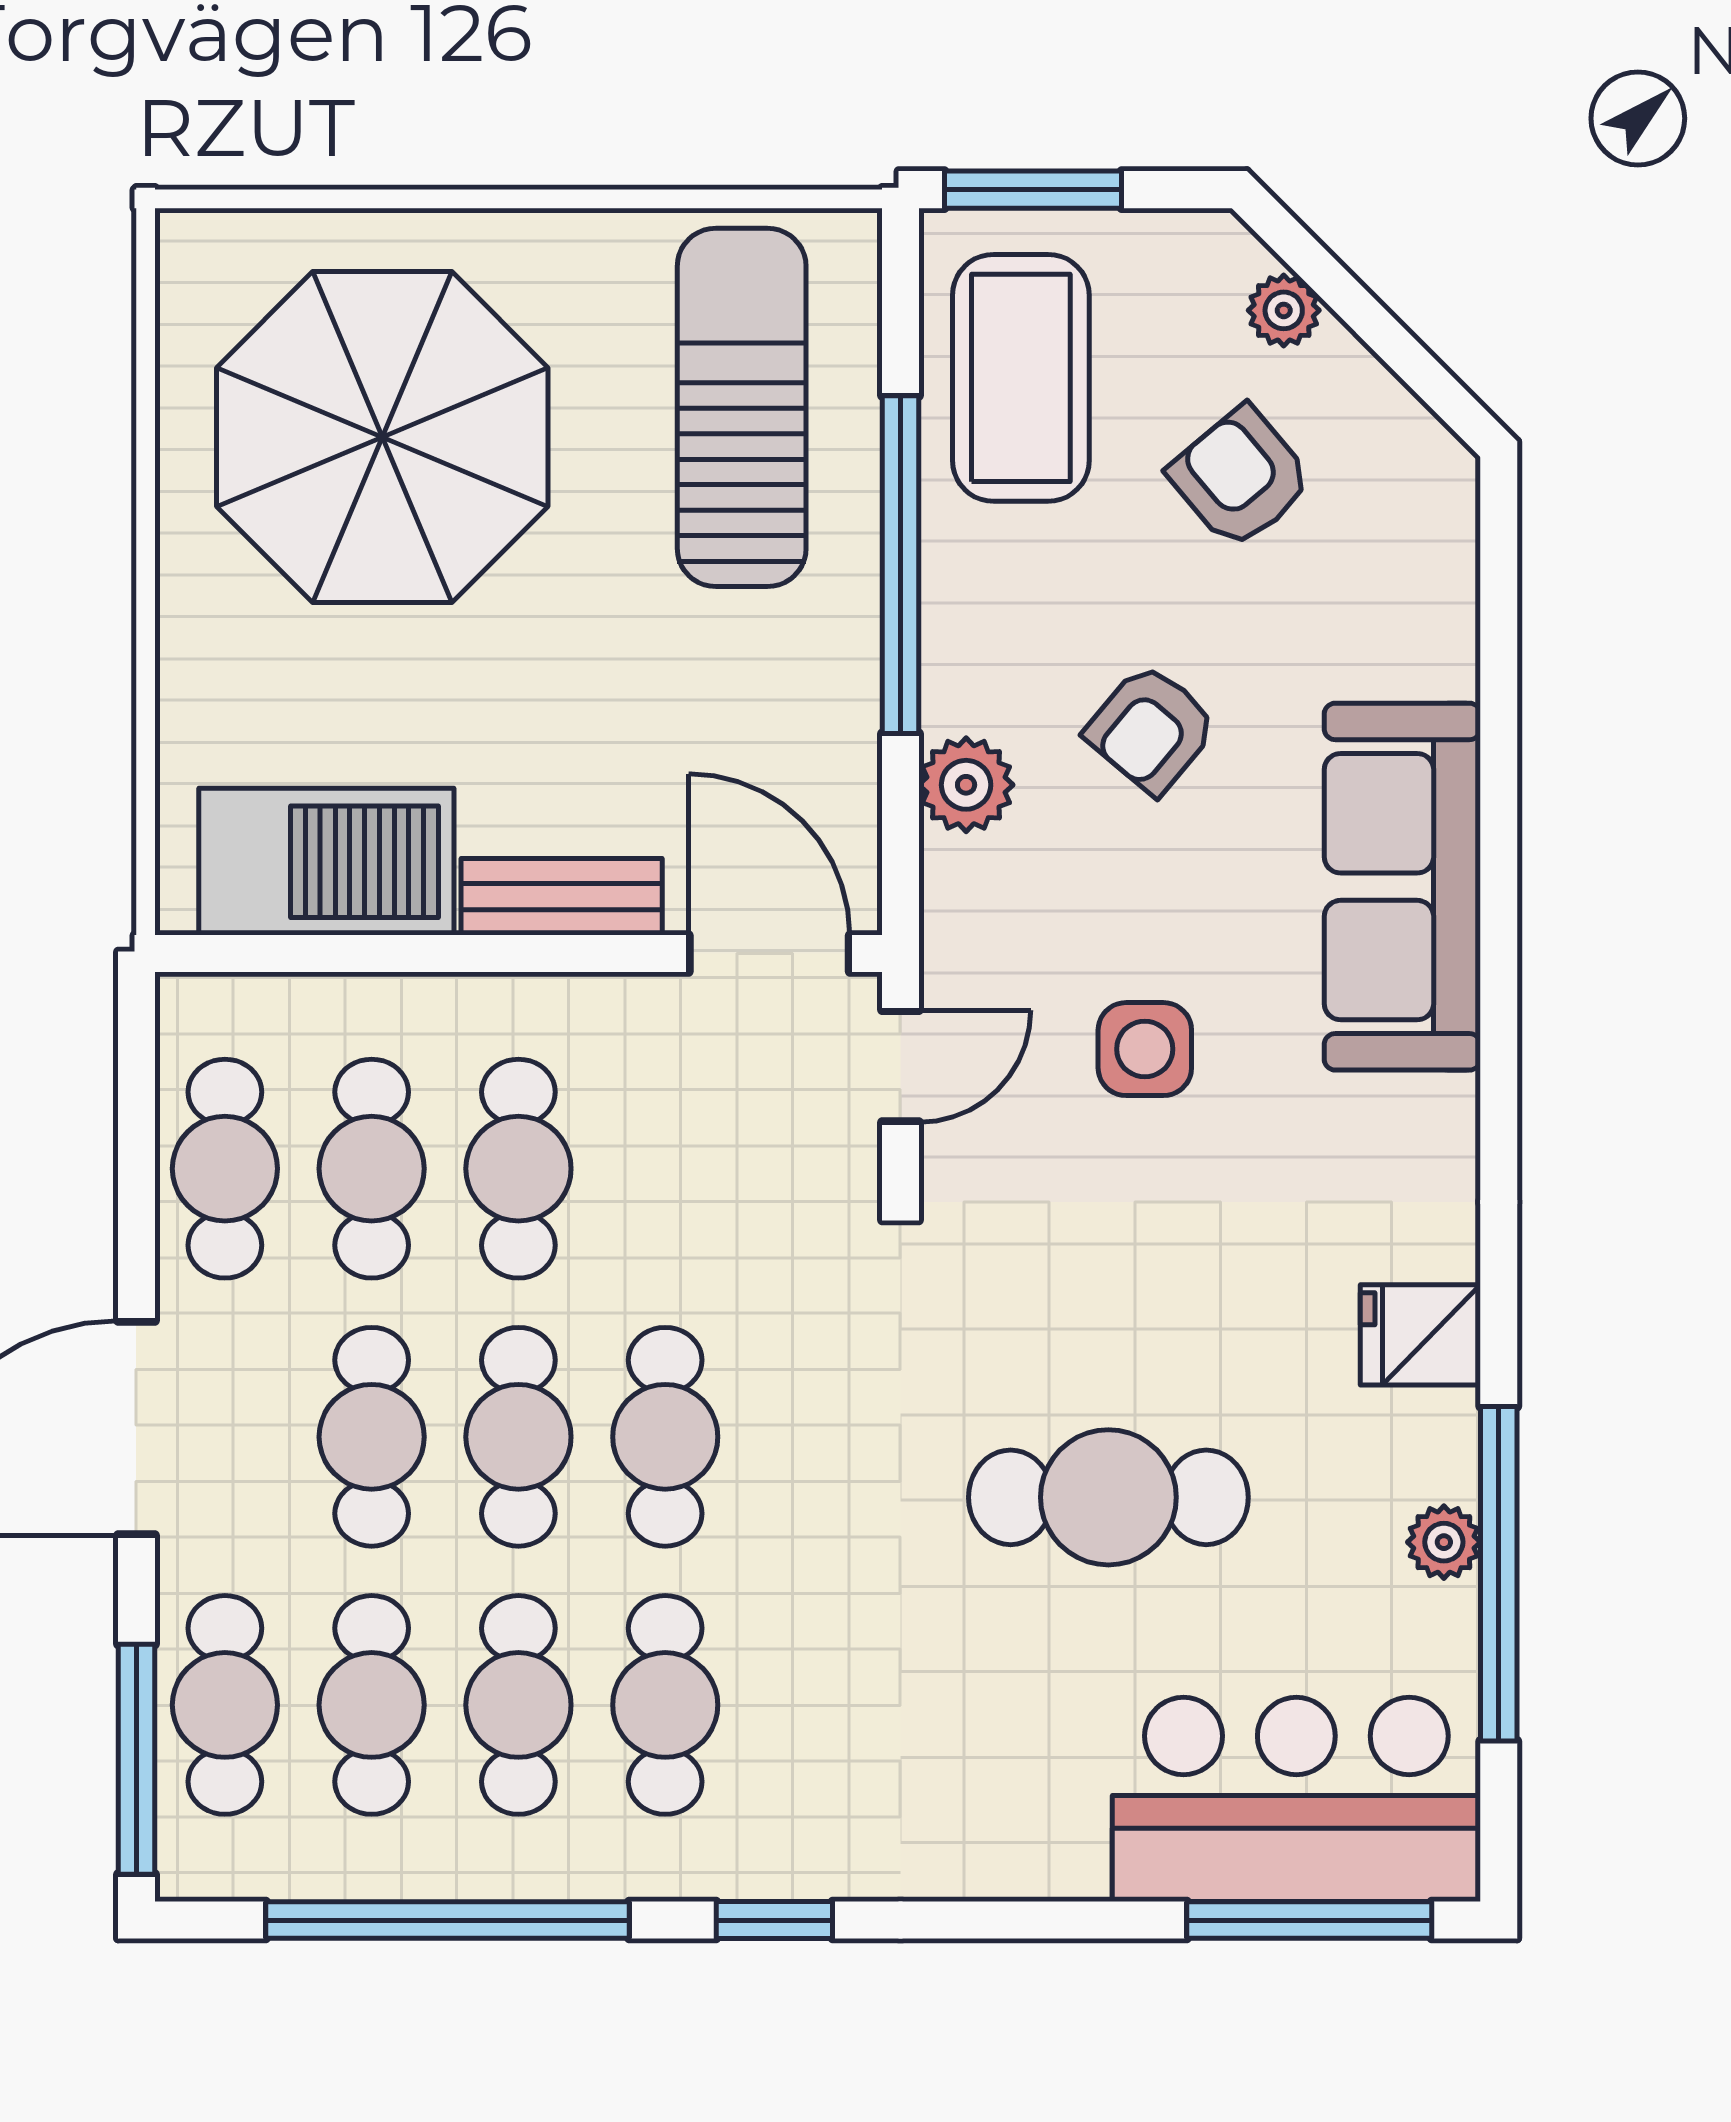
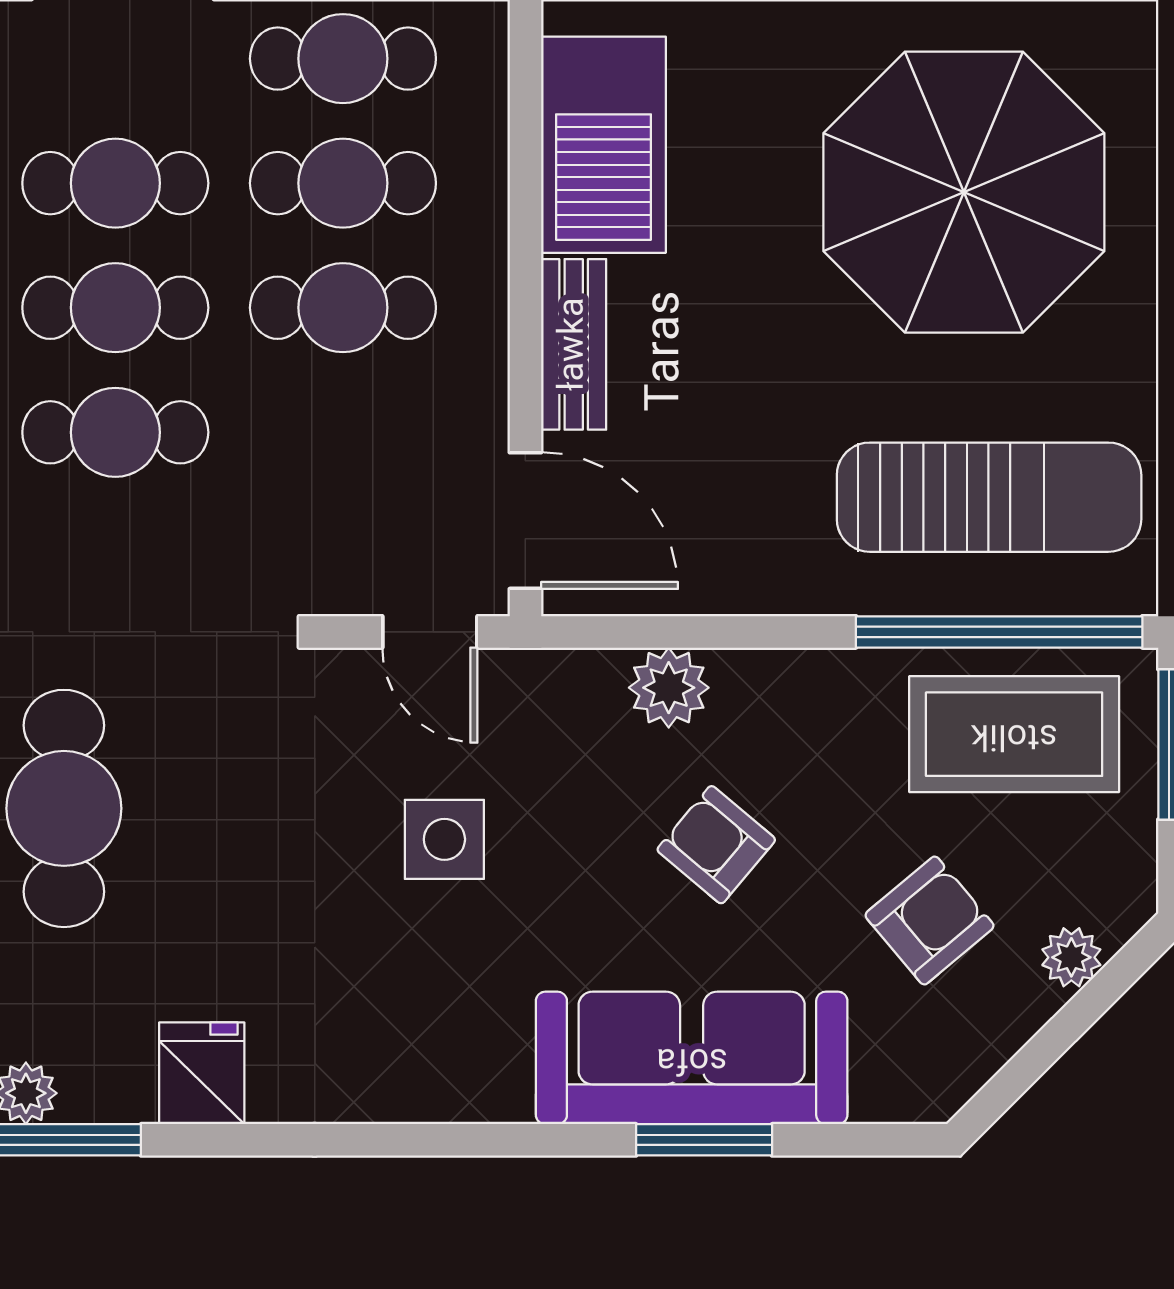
window: (900, 565) -> (999, 632), moved
window: (1499, 743) -> (704, 1140), added
sofa: (1402, 887) -> (692, 1058), moved
door: (769, 954) -> (525, 521), hinge flipped

